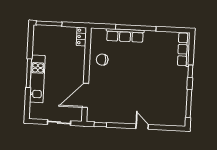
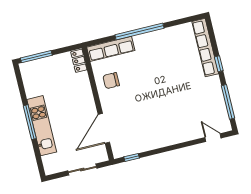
row of seats: (125, 35) -> (111, 49), moved
row of seats: (184, 49) -> (205, 48), width x1.36
door: (142, 127) -> (213, 138), moved

